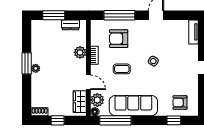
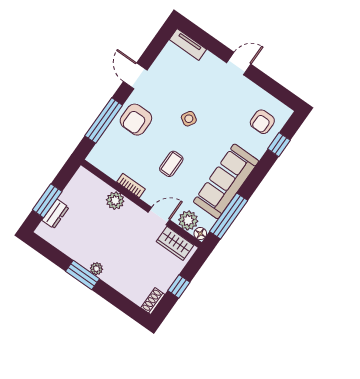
dresser: (70, 25) -> (55, 214), moved
armchair: (119, 39) -> (136, 120), moved

